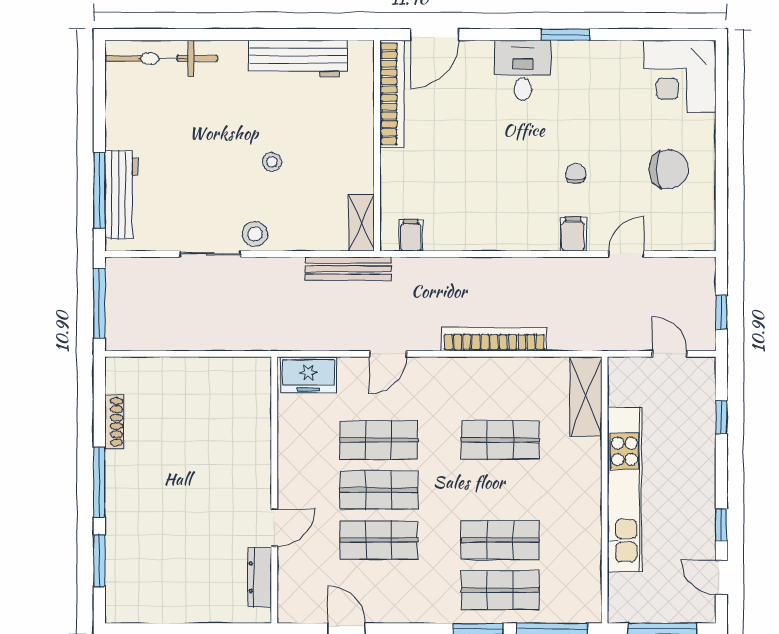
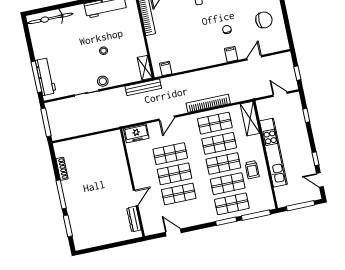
shop shelf: (500, 390) -> (215, 123), added
shop shelf: (500, 490) -> (223, 164), added
trolley: (565, 519) -> (252, 170), added

